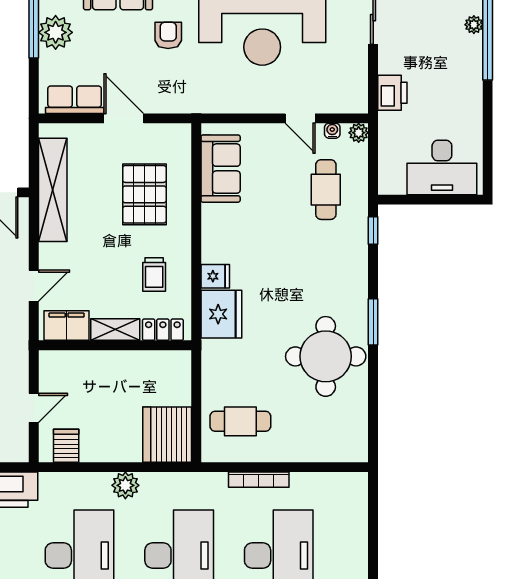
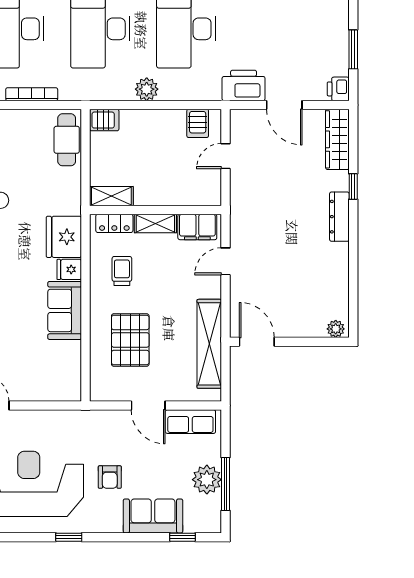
sofa: (221, 169) -> (65, 310), moved
shelving: (166, 361) -> (111, 196), added
cafe table: (240, 421) -> (67, 140), moved, turned 90
server rack: (167, 435) -> (104, 120), width x0.46, depth x0.70

